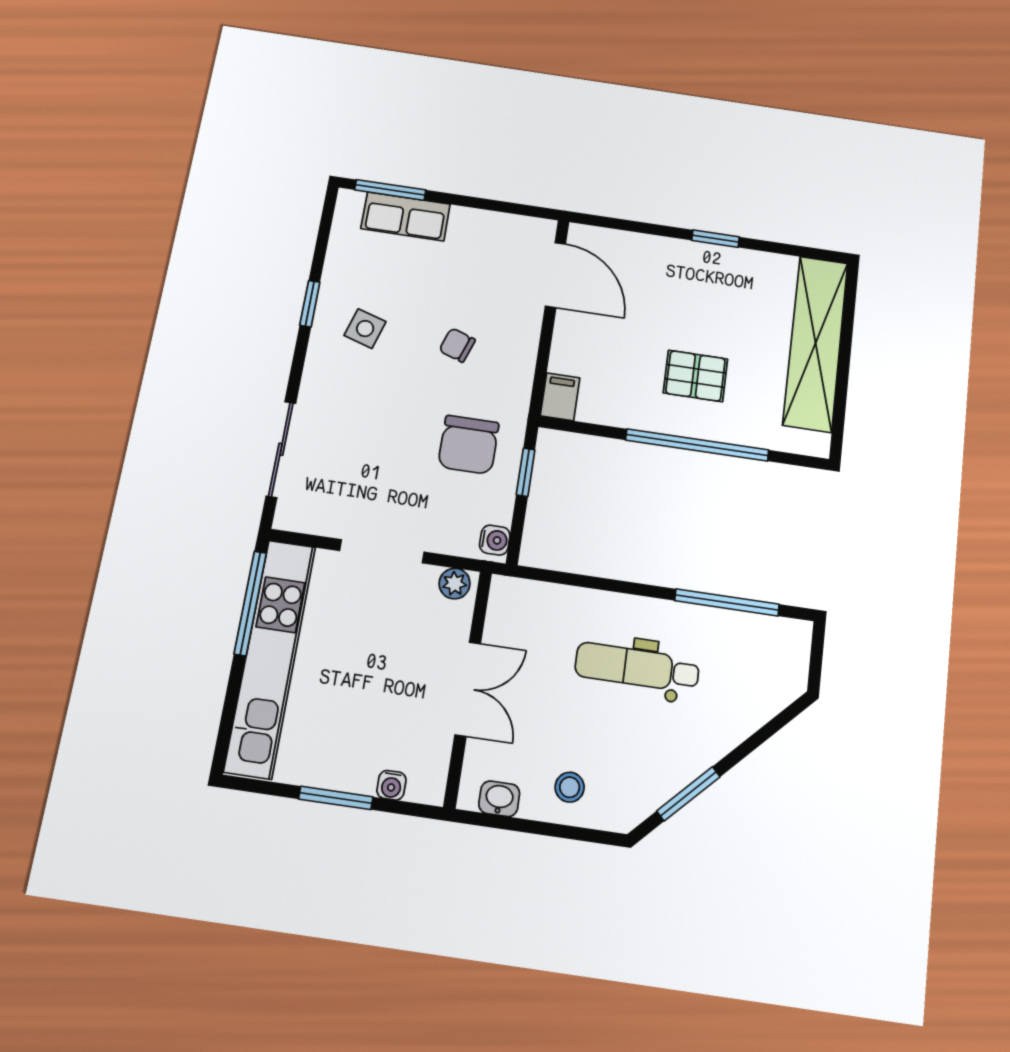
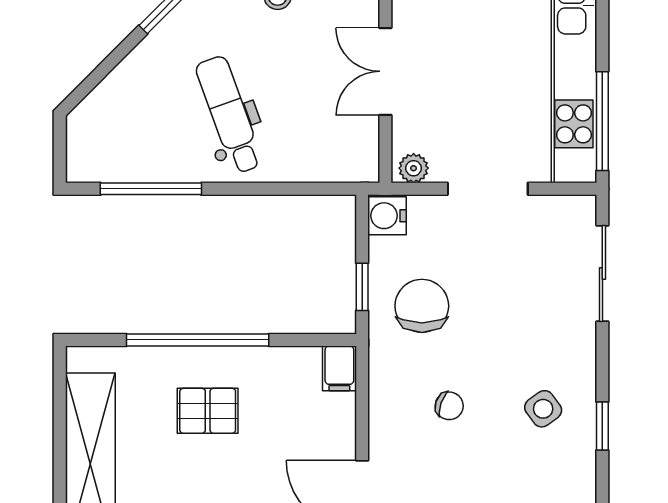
side table: (365, 329) -> (543, 409), turned 37
water cooler: (495, 540) -> (387, 216), width x1.38, depth x1.38
dental chair: (637, 667) -> (229, 115), turned -110

